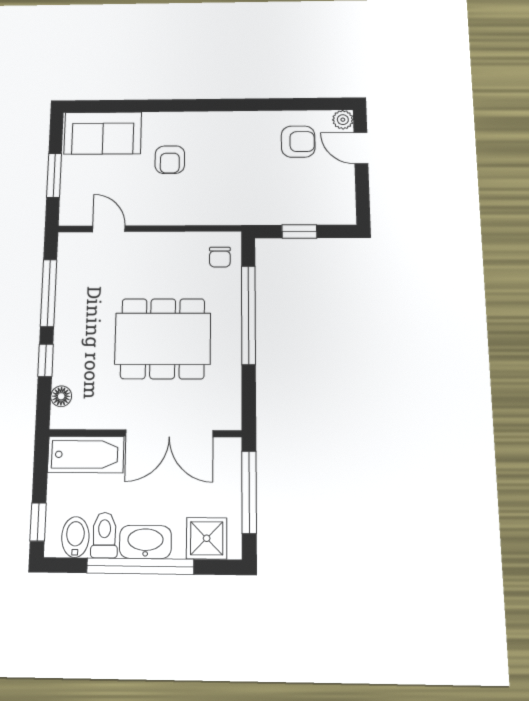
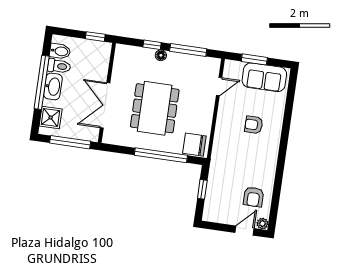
sofa: (103, 133) -> (264, 77), moved, turned -90
chair: (220, 257) -> (194, 145), width x1.87, depth x1.87
floor lamp: (61, 396) -> (161, 55), moved
bathtub: (86, 454) -> (100, 61), removed
window: (38, 522) -> (95, 37), moved

